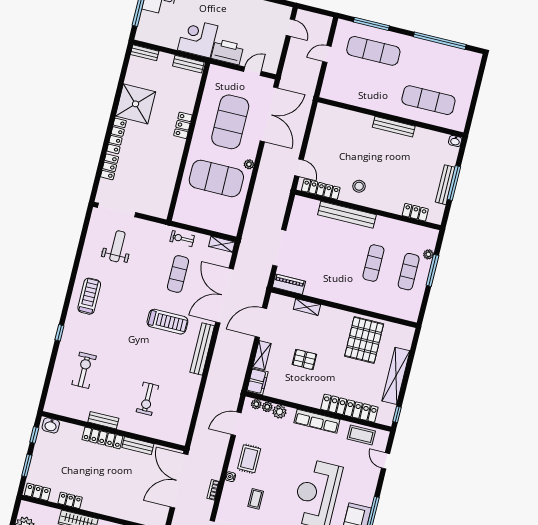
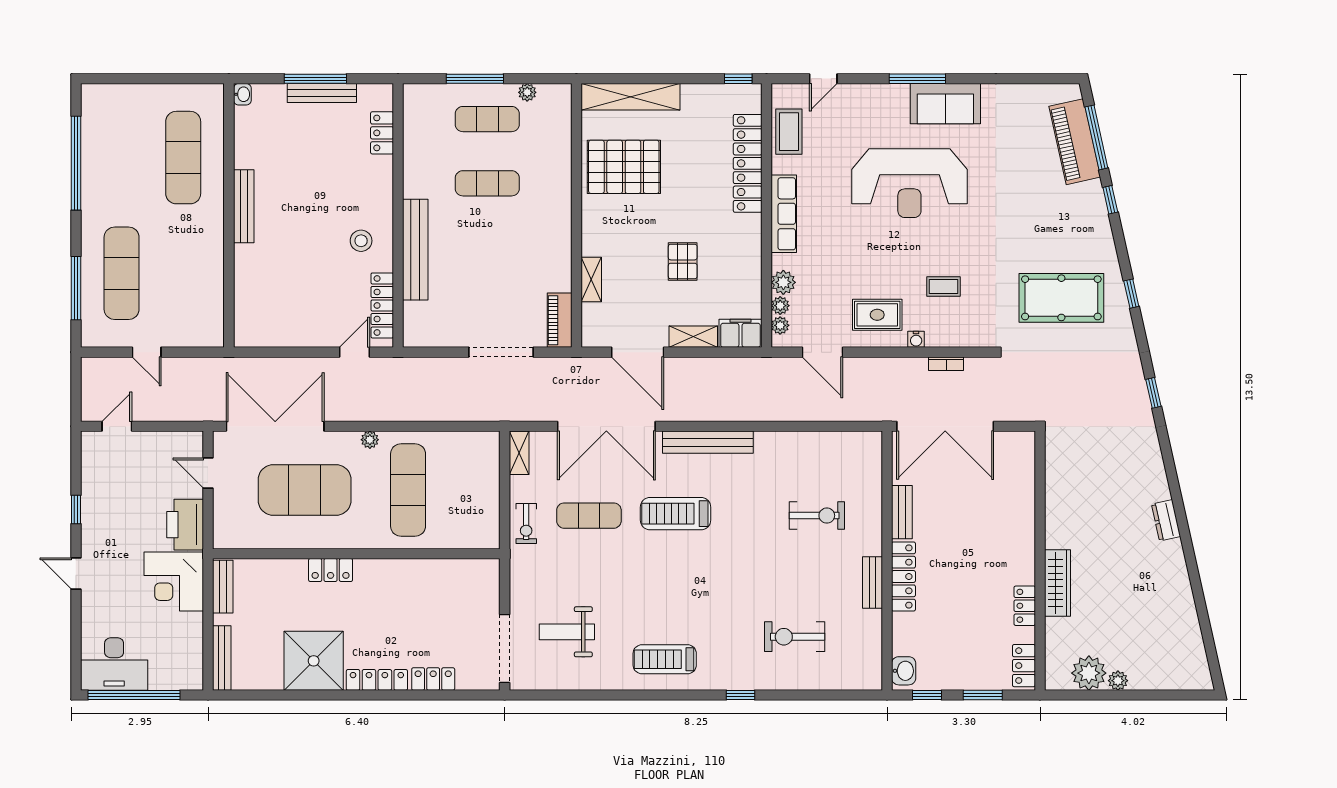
bench: (145, 53) -> (222, 658), width x1.36
exercise mat: (216, 178) -> (408, 490), width x0.68
plant: (428, 254) -> (527, 92), moved
treadmill: (167, 322) -> (676, 514), turned -90
shelving: (396, 376) -> (630, 97), moved

